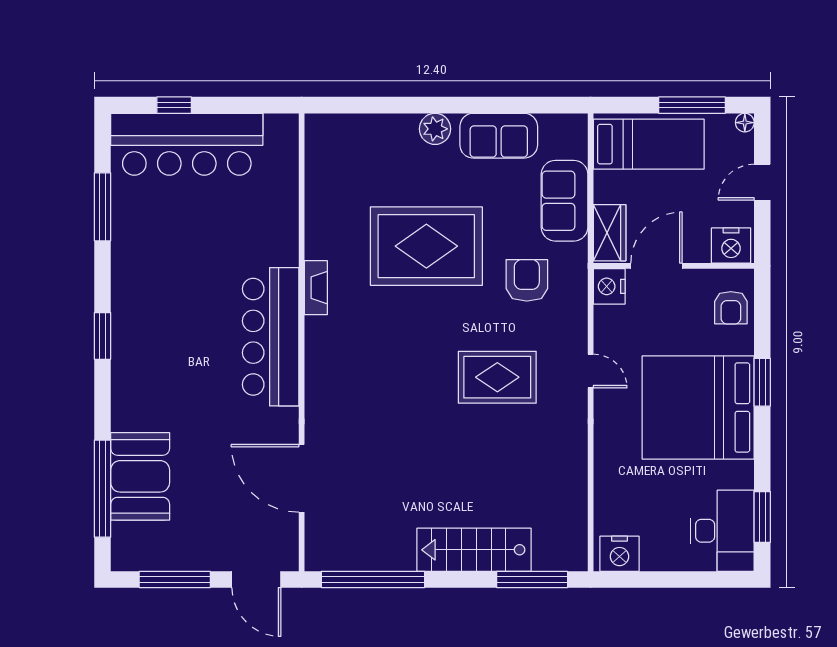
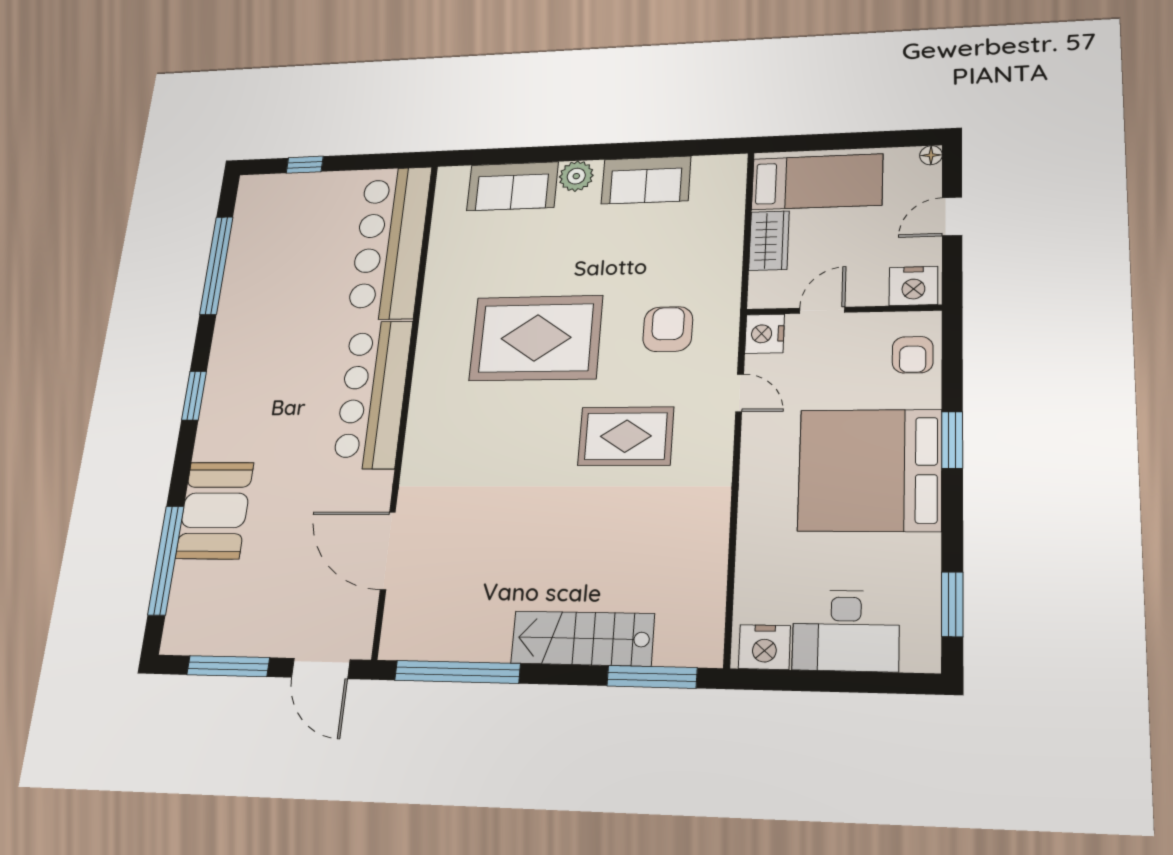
window: (692, 105) -> (869, 140), removed
bar counter: (187, 144) -> (390, 243), moved, turned 90
sofa: (565, 201) -> (512, 186), moved, turned -90
window: (103, 207) -> (216, 265), width x1.46
wardrobe: (610, 233) -> (769, 241), moved
rug: (426, 246) -> (536, 338), moved
door: (656, 266) -> (822, 310), width x0.73
fireplace: (316, 288) -> (429, 342), removed
door: (591, 371) -> (740, 393), moved
booth: (140, 476) -> (215, 510), moved
desk: (722, 531) -> (846, 631), moved, turned 90

